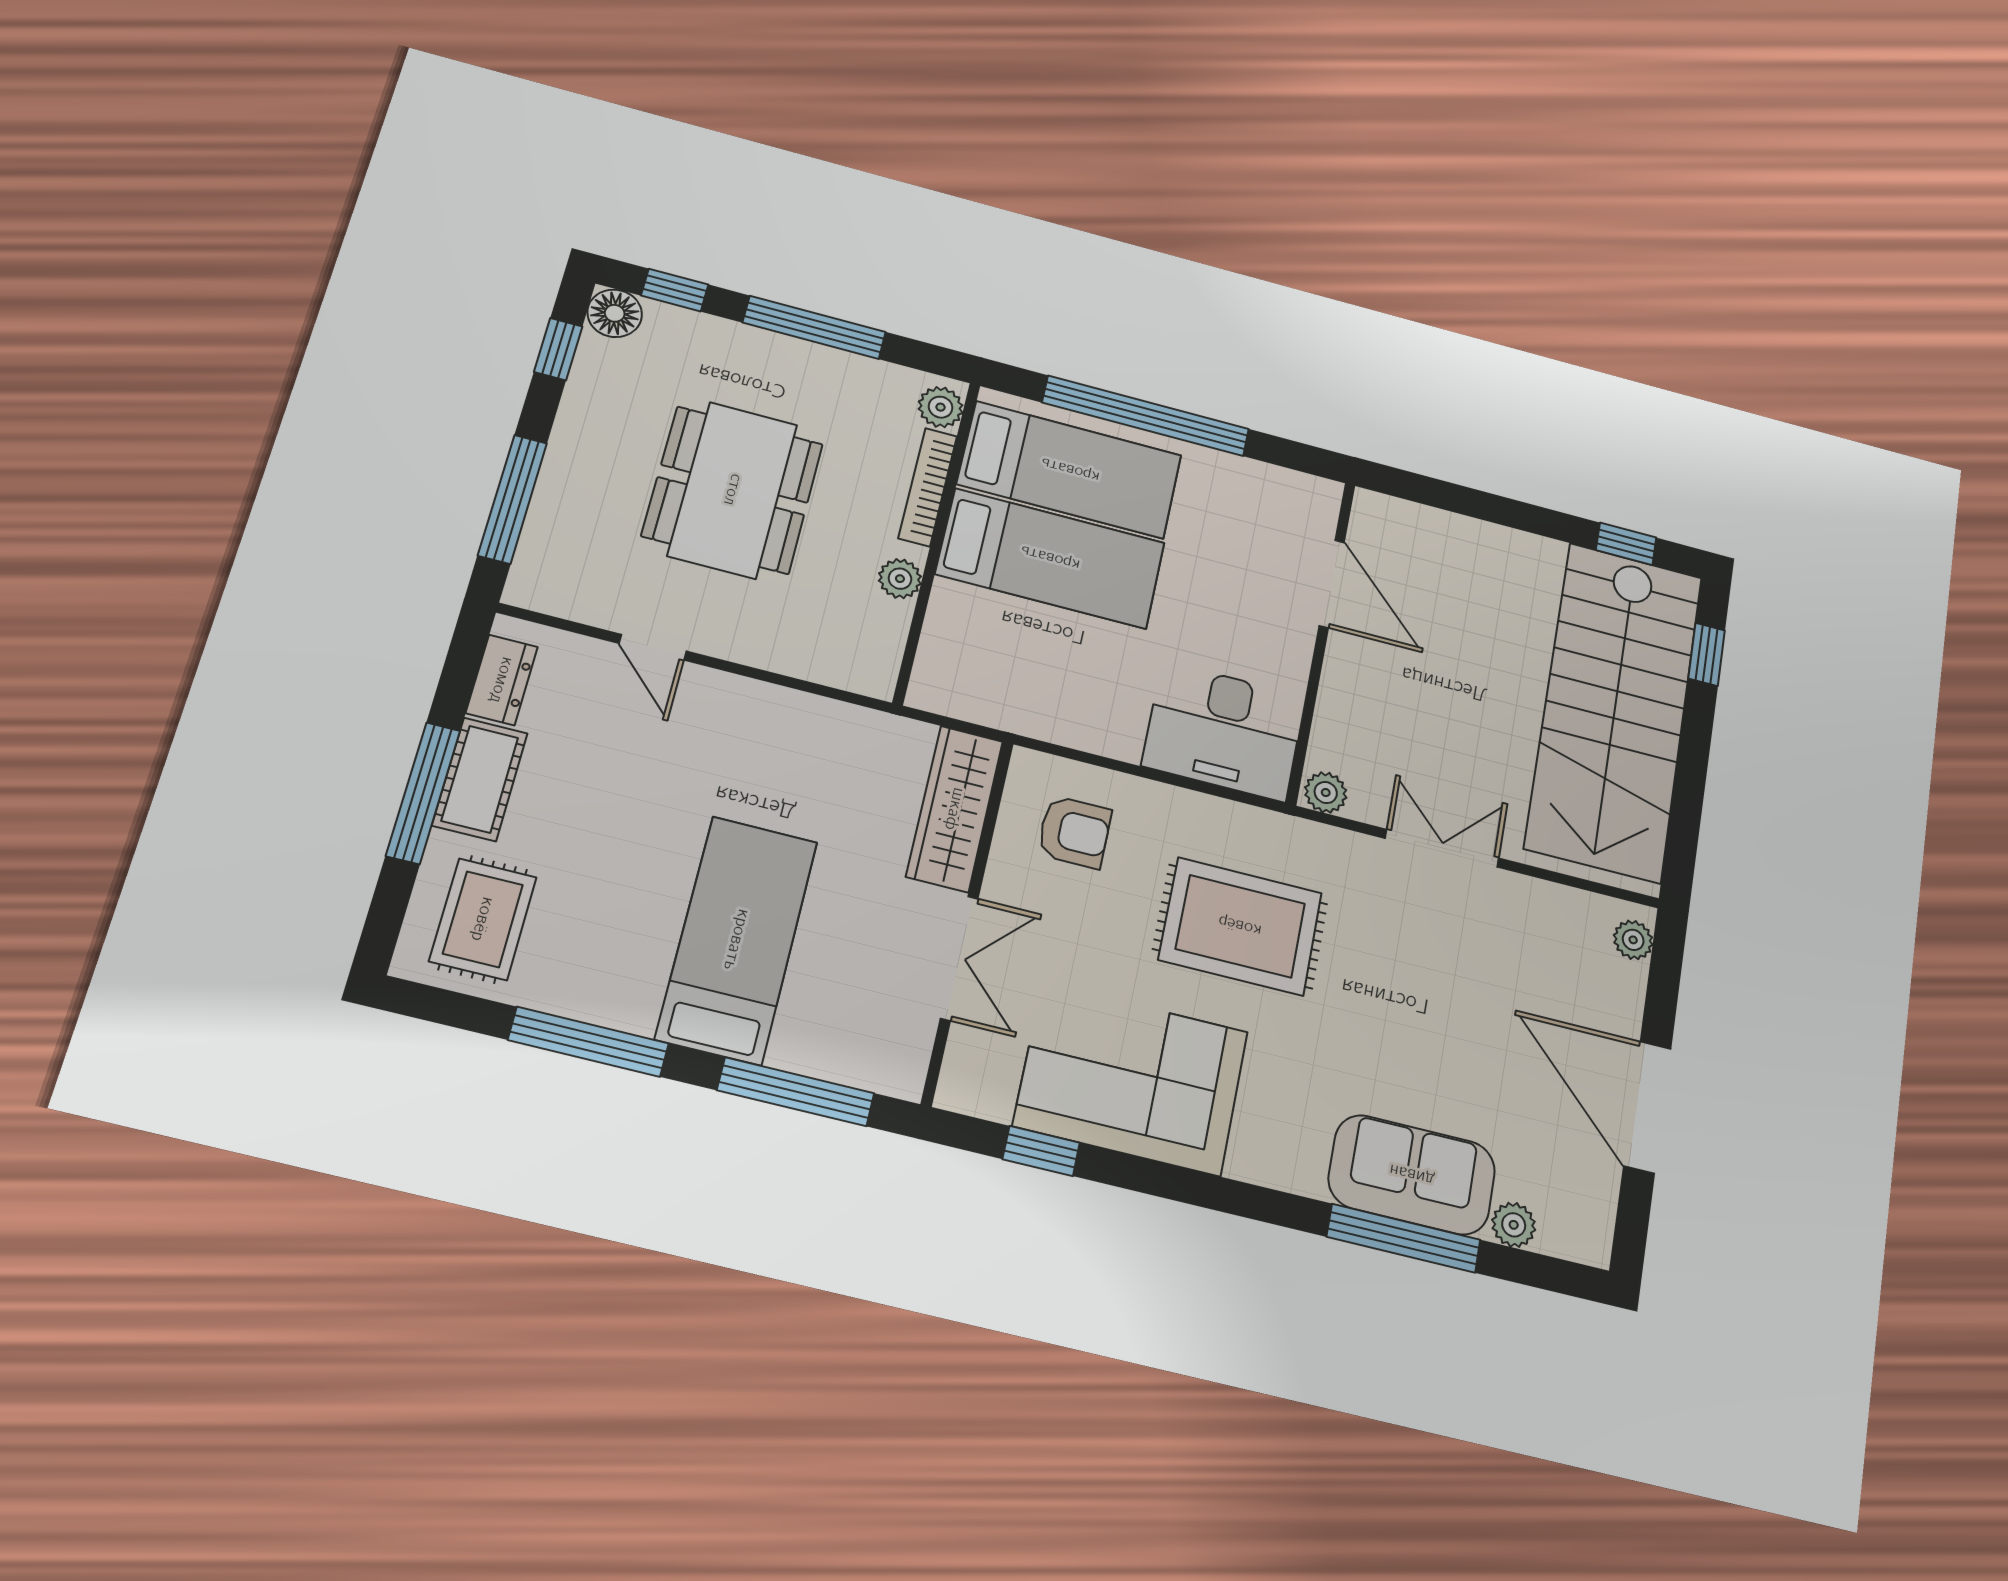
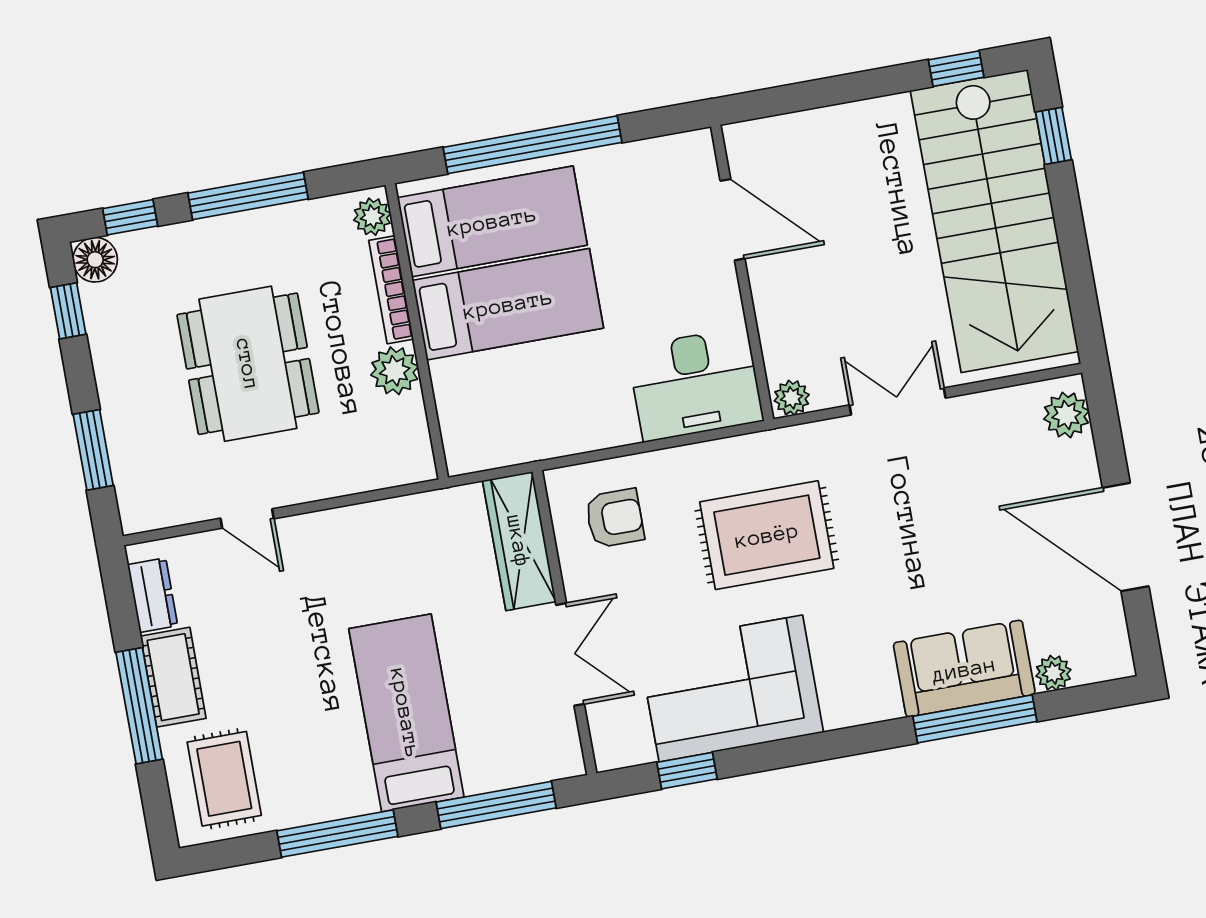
window: (513, 499) -> (93, 450), width x0.69
plant: (900, 579) -> (395, 371), width x1.38, depth x1.38
plant: (1633, 940) -> (1066, 415), width x1.38, depth x1.38

